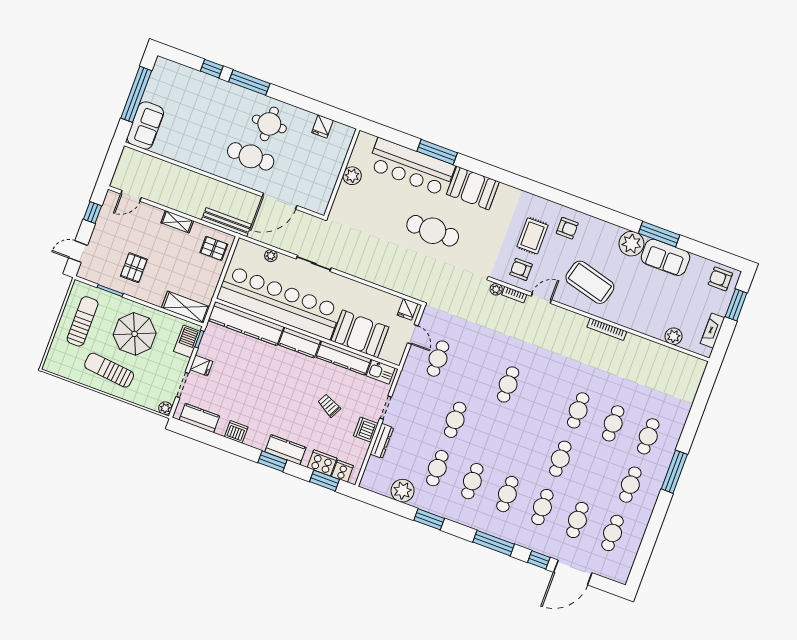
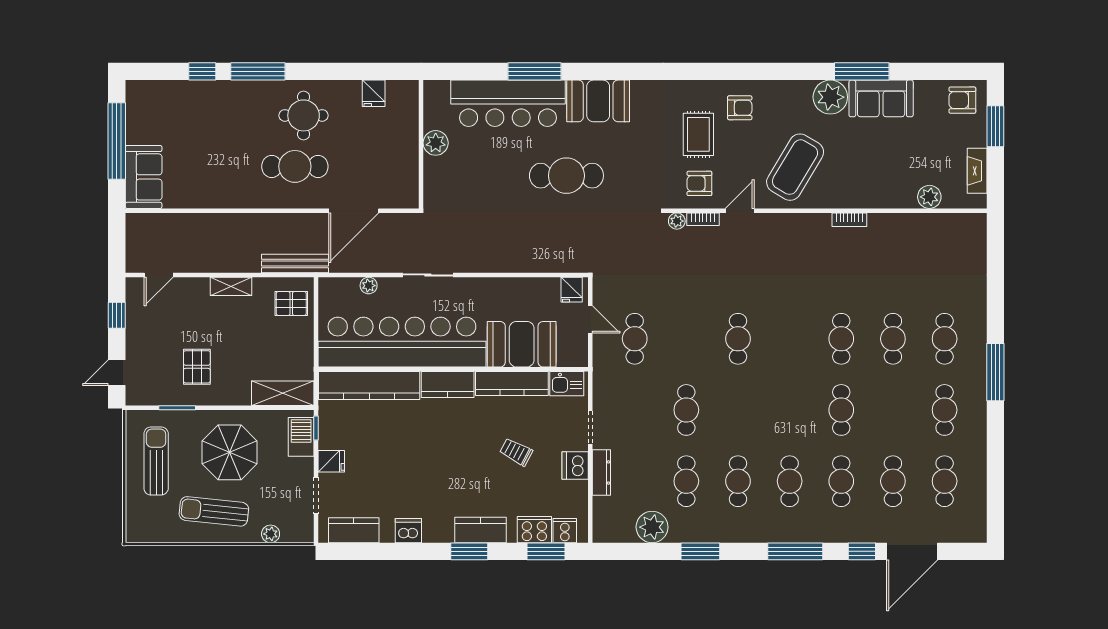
coffee table: (590, 282) -> (795, 167), turned -74
bookcase: (607, 329) -> (849, 220), width x0.64
plant: (165, 408) -> (271, 534), moved

